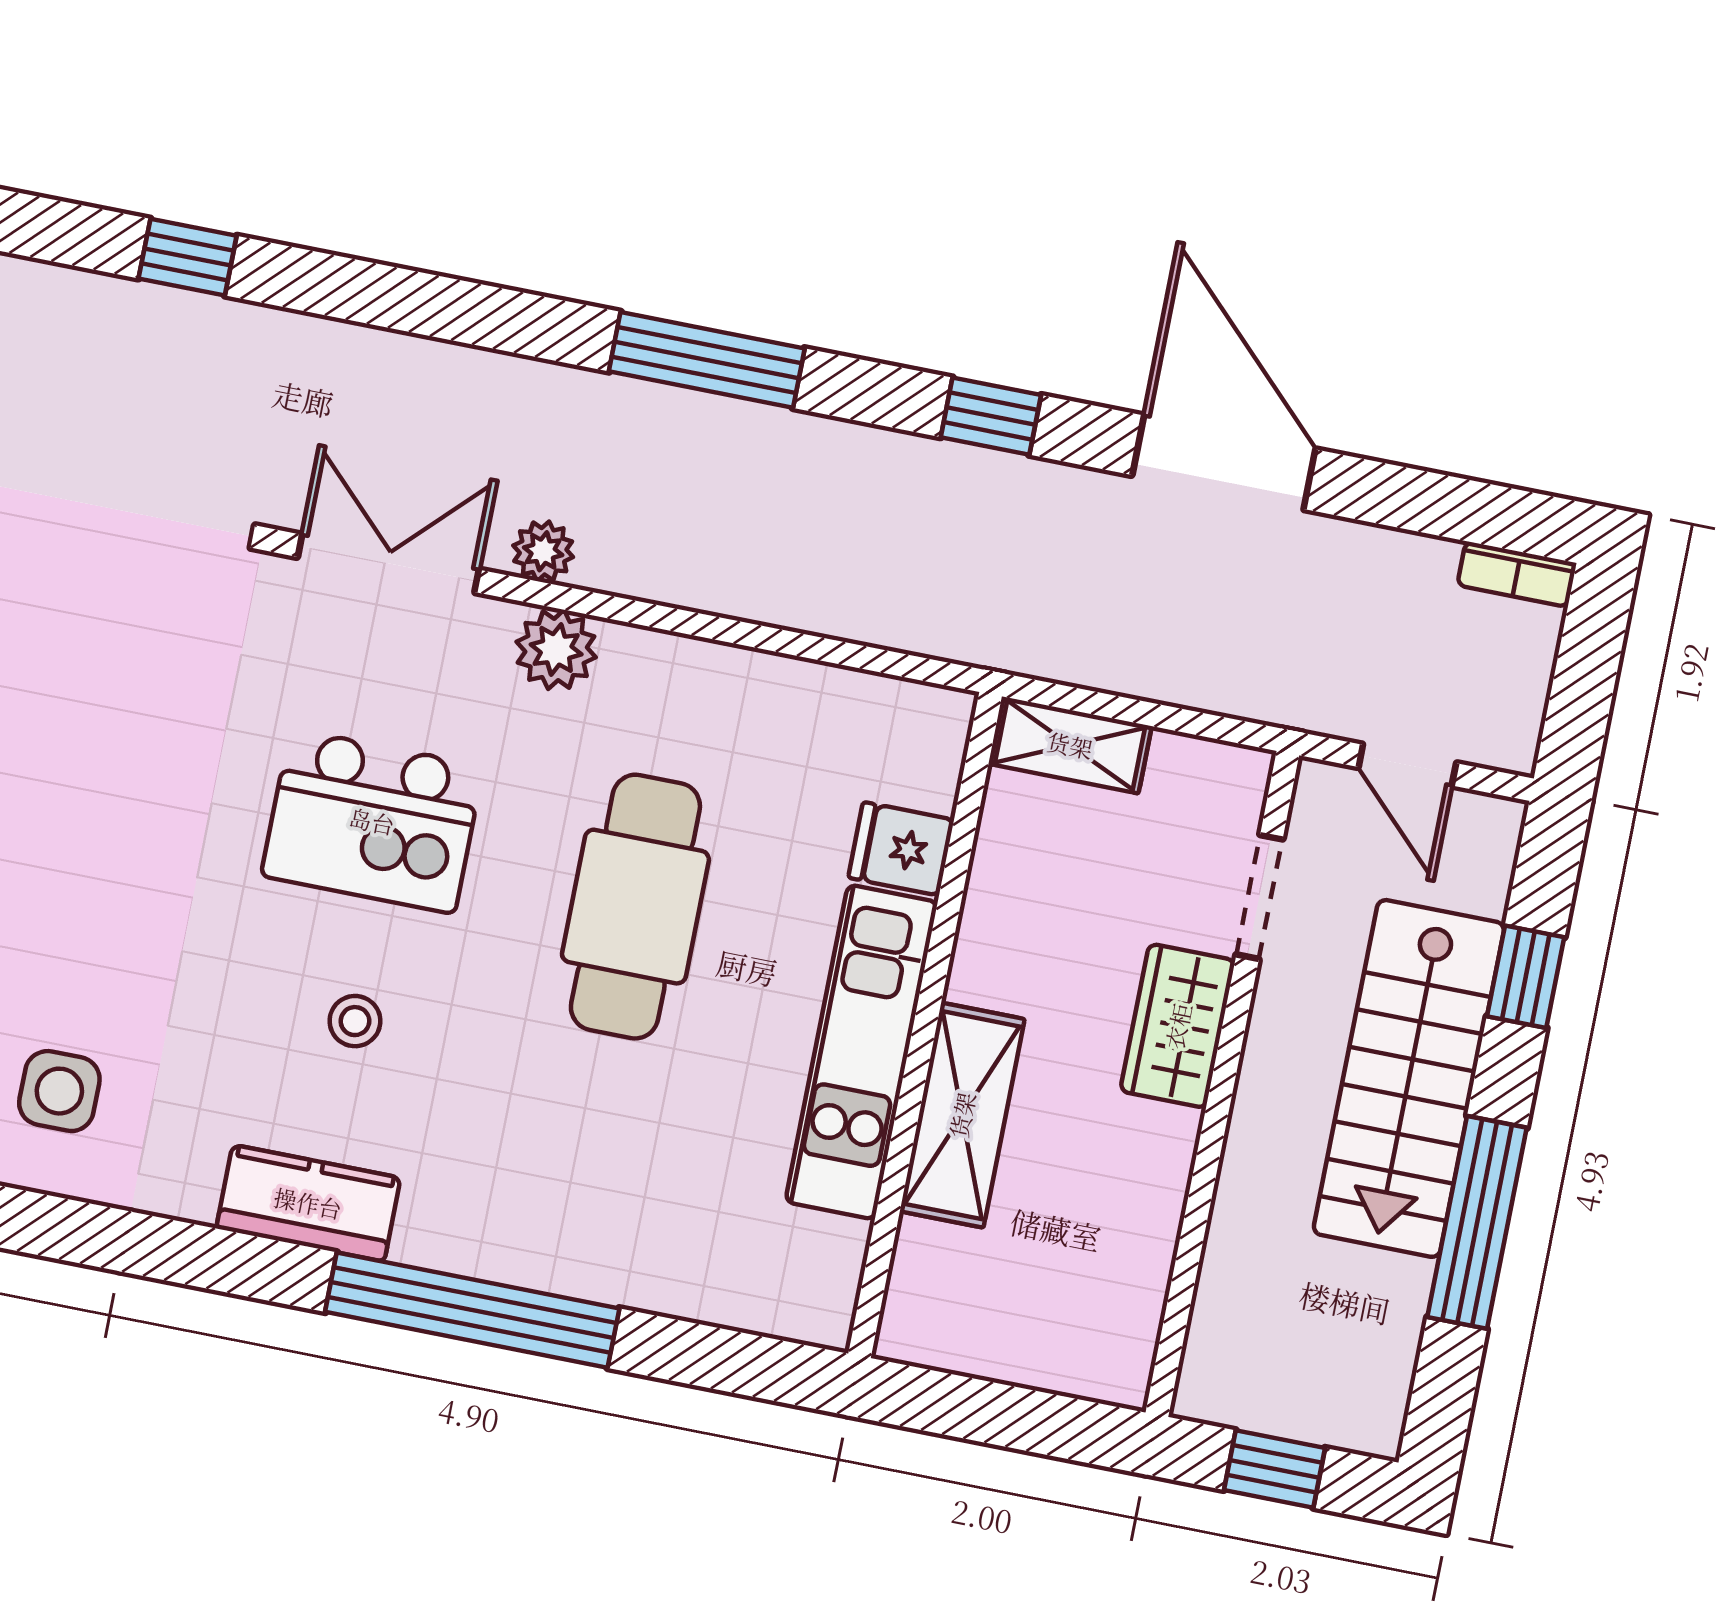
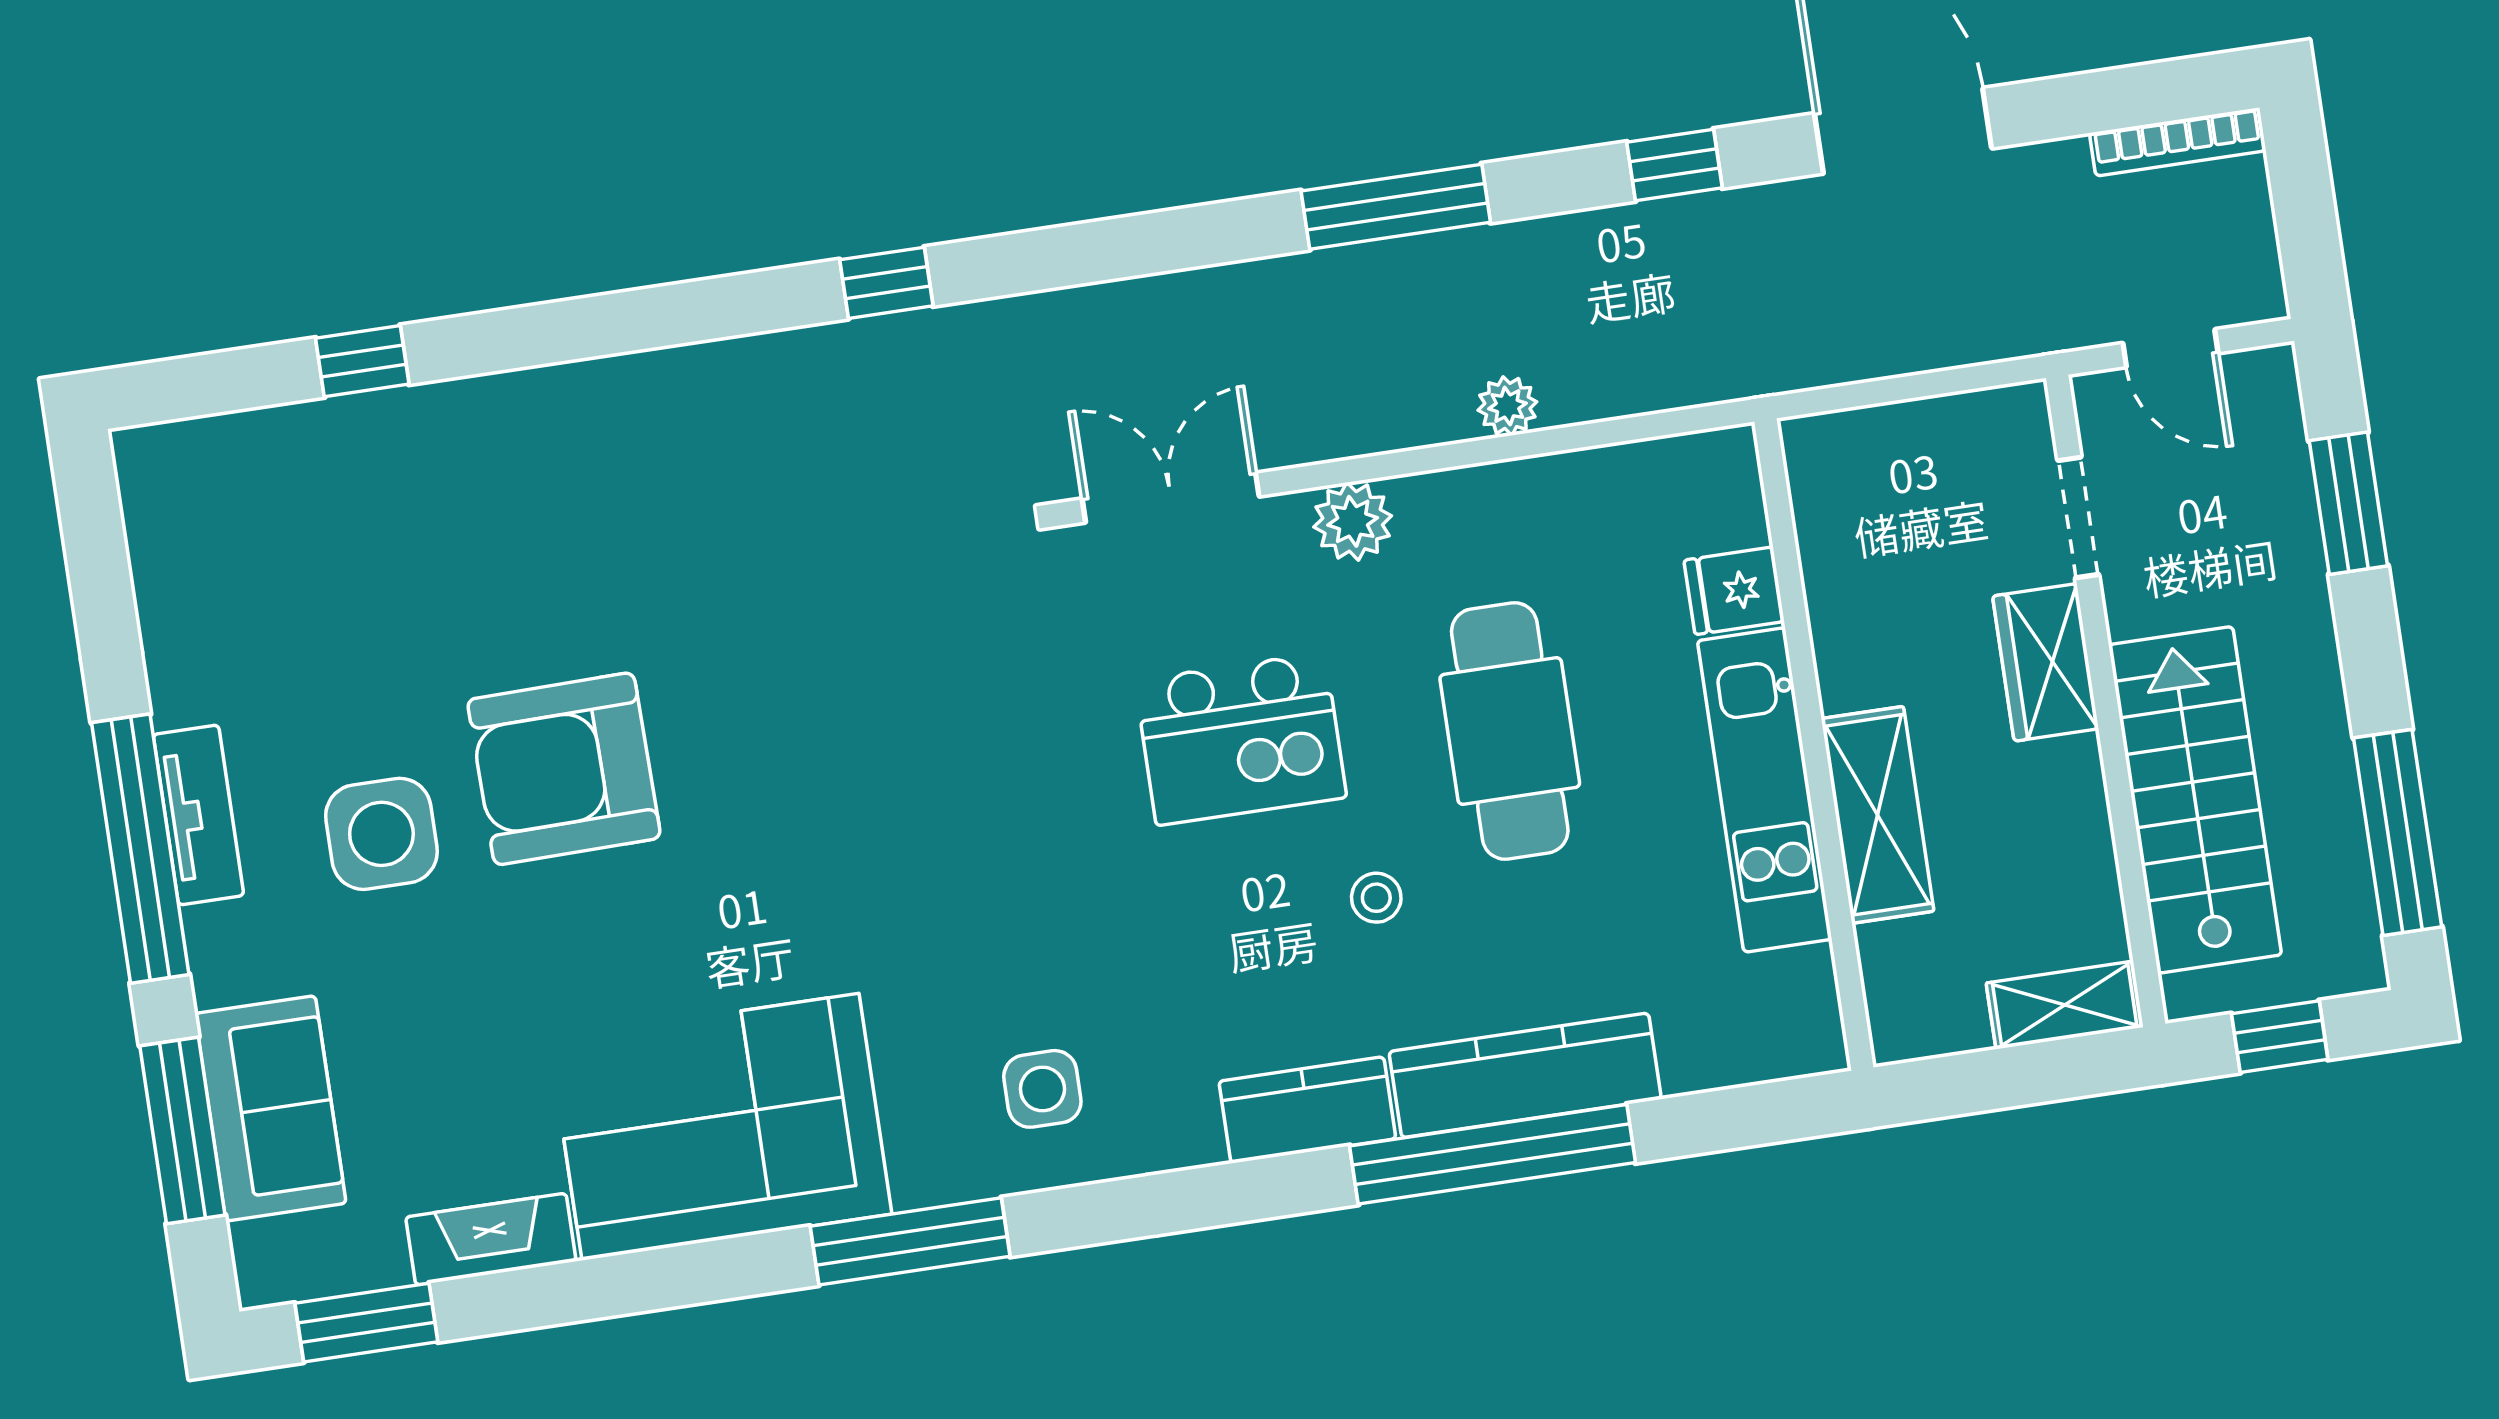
plant: (543, 551) -> (1507, 406), moved
bookcase: (1517, 574) -> (2178, 142), width x1.56
shelving: (1070, 745) -> (2065, 1005), moved
window: (1526, 977) -> (2348, 503), width x1.50
stool: (355, 1021) -> (1376, 898), moved
stairs: (1409, 1078) -> (2195, 800), moved, turned 180
window: (1477, 1222) -> (2398, 832), moved
kitchen counter: (531, 1245) -> (1525, 1075), added

